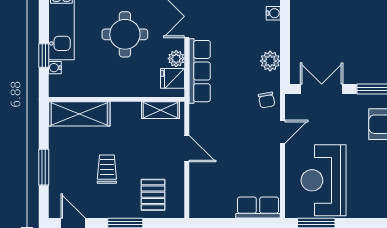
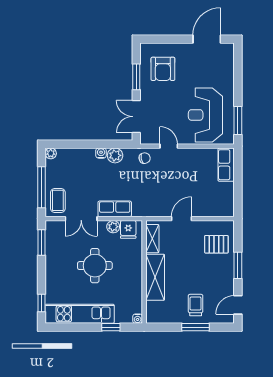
water cooler: (273, 13) -> (101, 153), moved
water cooler: (55, 68) -> (138, 319), moved
row of seats: (200, 71) -> (115, 209), width x0.68
shelving: (79, 114) -> (155, 277), moved
trolley: (107, 169) -> (196, 305), moved, turned 90
reception desk: (324, 180) -> (205, 115), turned 90

